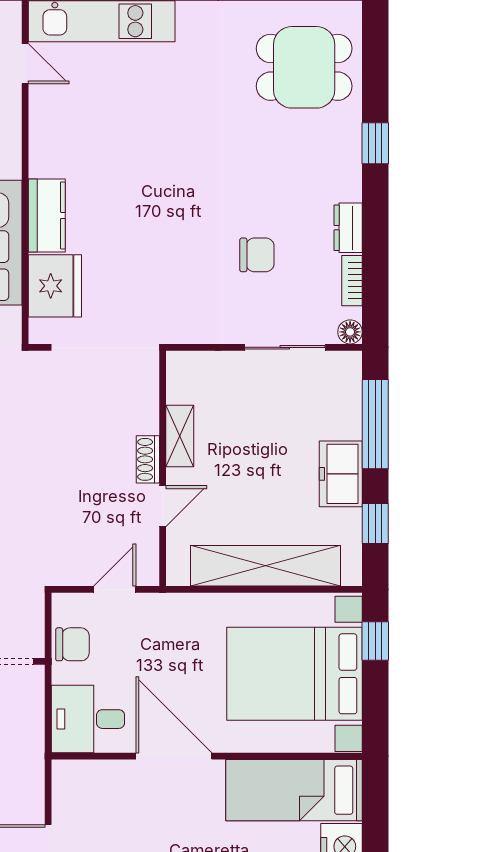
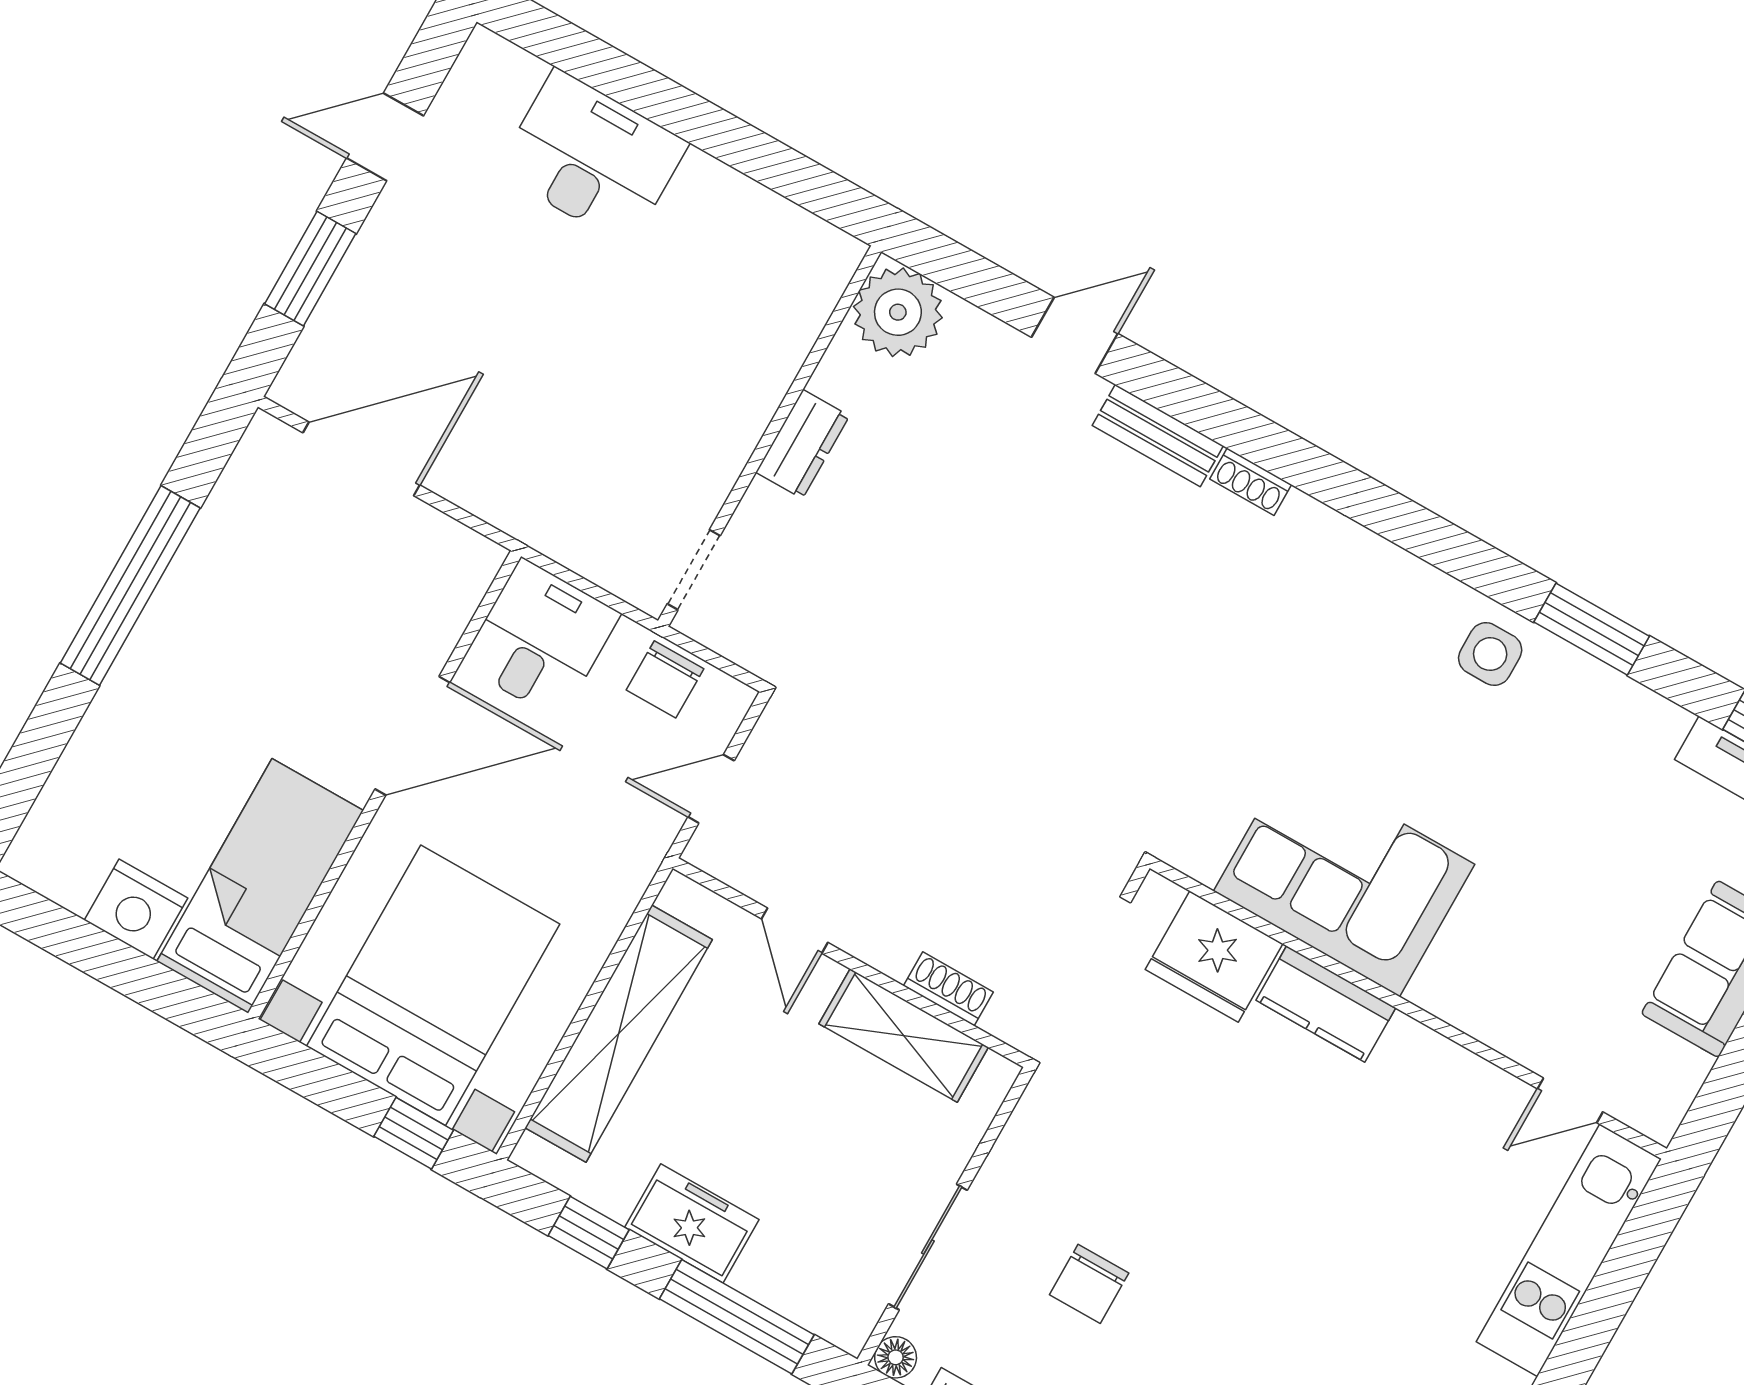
shelving: (180, 436) -> (904, 1036), width x1.50, depth x1.33
shoe rack: (148, 459) -> (948, 989), moved
door: (115, 589) -> (711, 789), swing flipped

